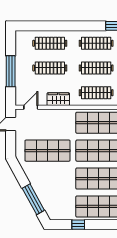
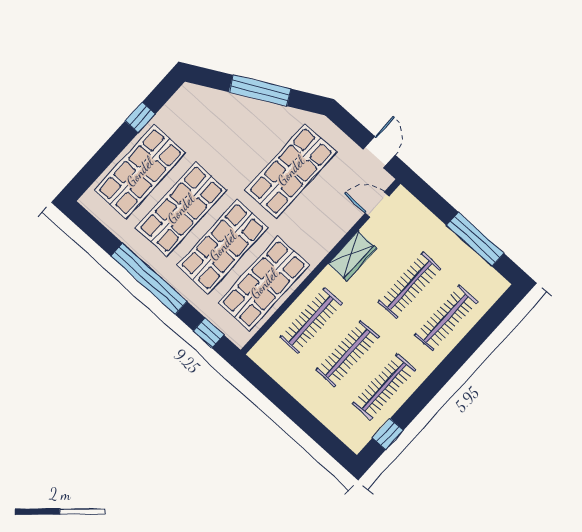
window: (11, 71) -> (475, 239), moved
door: (31, 107) -> (377, 205), swing flipped
window: (33, 199) -> (260, 90), moved

